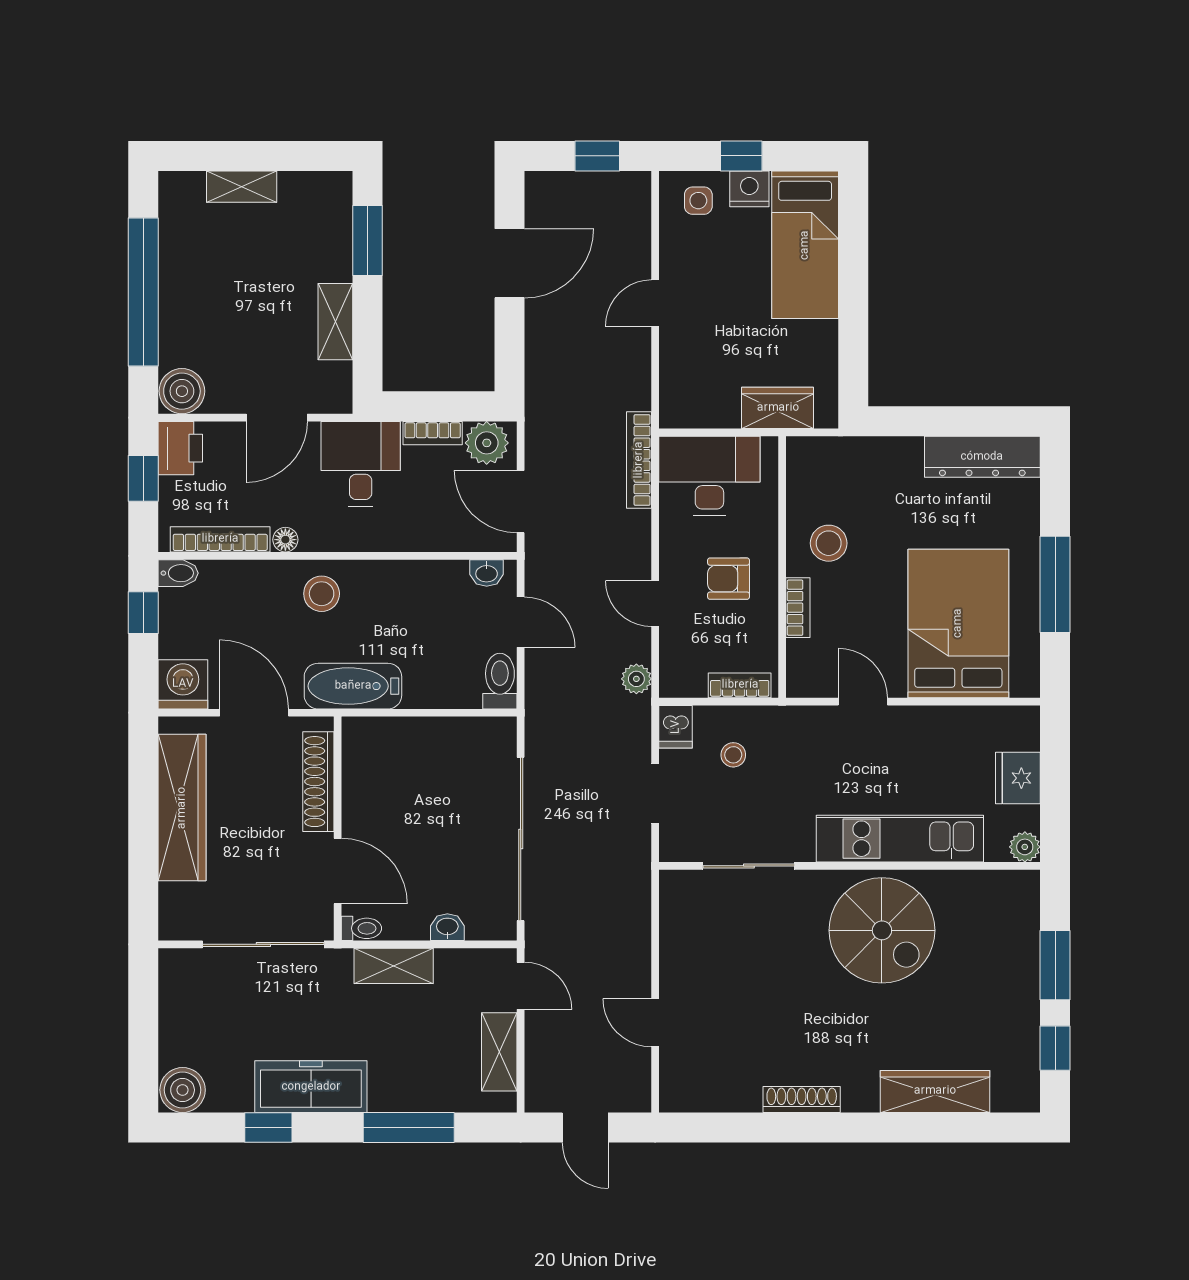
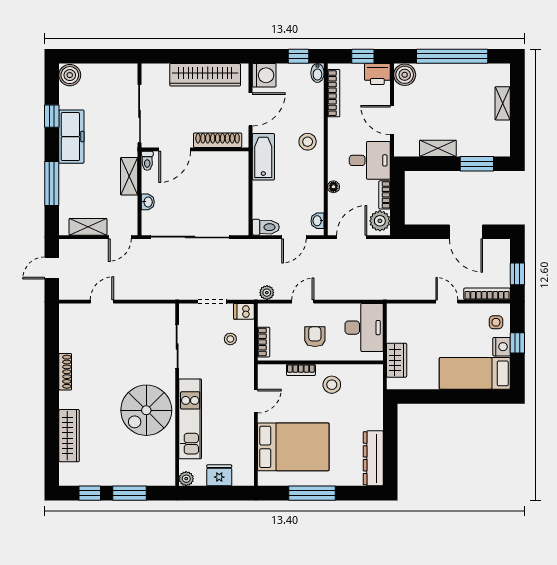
bookcase: (639, 460) -> (487, 294), moved
floor lamp: (285, 540) -> (333, 187), moved

